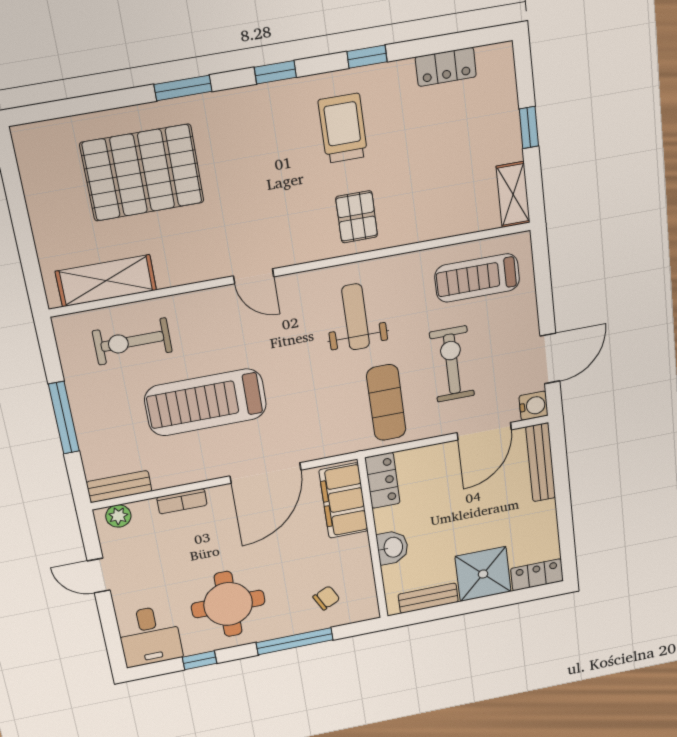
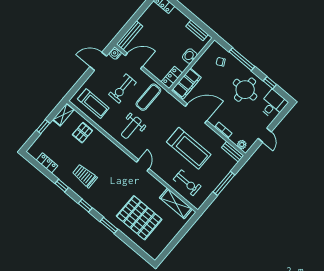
trolley: (343, 128) -> (85, 176), turned 90
pallet: (357, 217) -> (82, 133), moved
shower: (483, 574) -> (177, 21), removed

